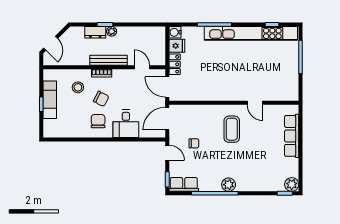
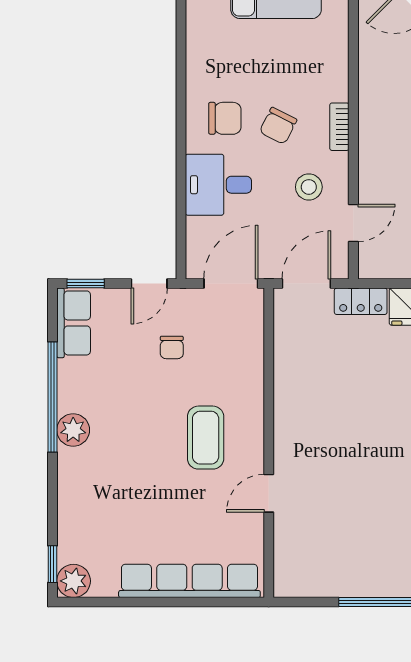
bench: (108, 60) -> (370, 143), removed
stool: (78, 87) -> (309, 187), moved
door: (167, 119) -> (231, 284), hinge flipped
coffee table: (232, 129) -> (206, 438), turned 90
row of seats: (292, 136) -> (189, 581), width x1.36

